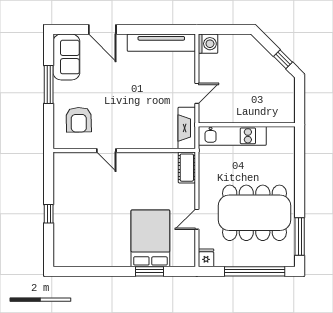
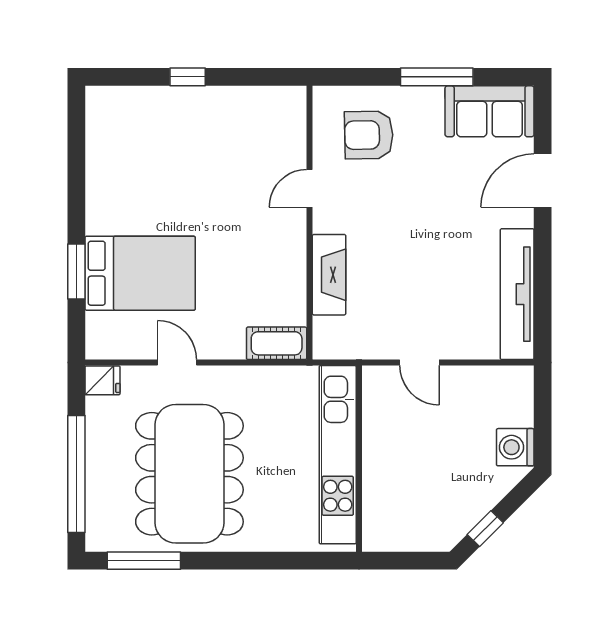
washing machine: (208, 44) -> (515, 447), moved, turned 90
fireplace: (187, 128) -> (329, 275), moved, turned 90
kitchen unit: (232, 136) -> (338, 455), width x1.36

